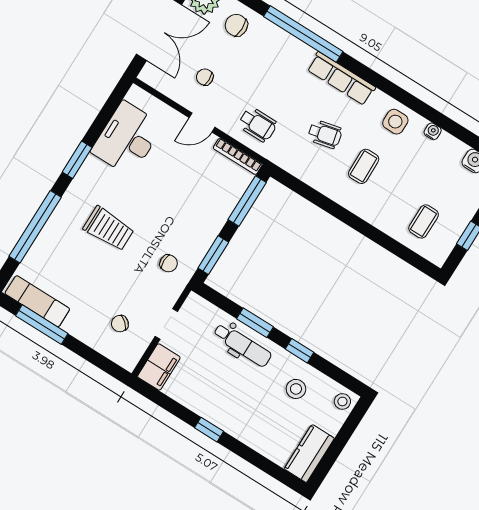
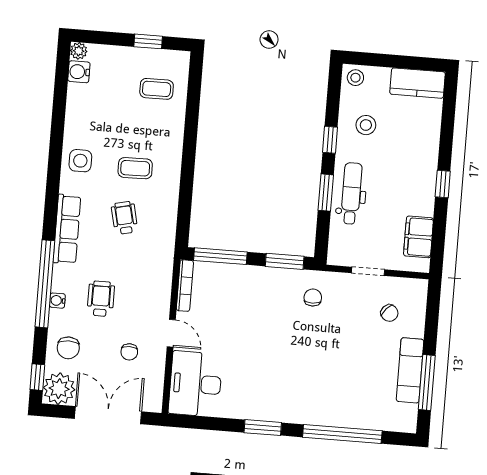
wheelchair: (258, 124) -> (101, 299), moved
water cooler: (433, 131) -> (57, 301), moved
desk: (127, 139) -> (195, 384), moved, turned 90
trolley: (109, 229) -> (310, 367), removed
exam couch: (37, 301) -> (410, 370), moved
filing cabinet: (159, 367) -> (419, 237), moved, turned -90

